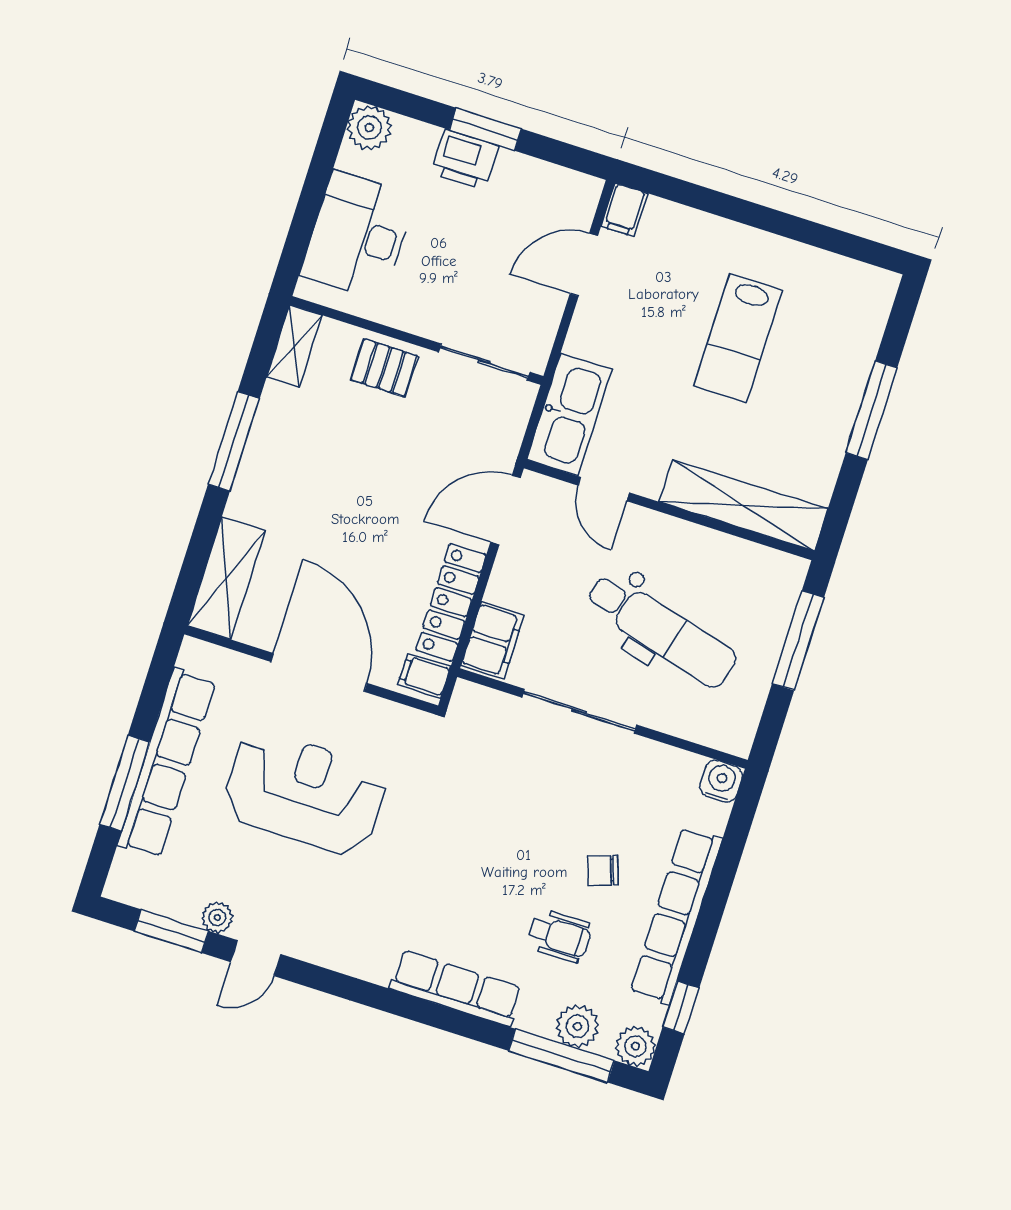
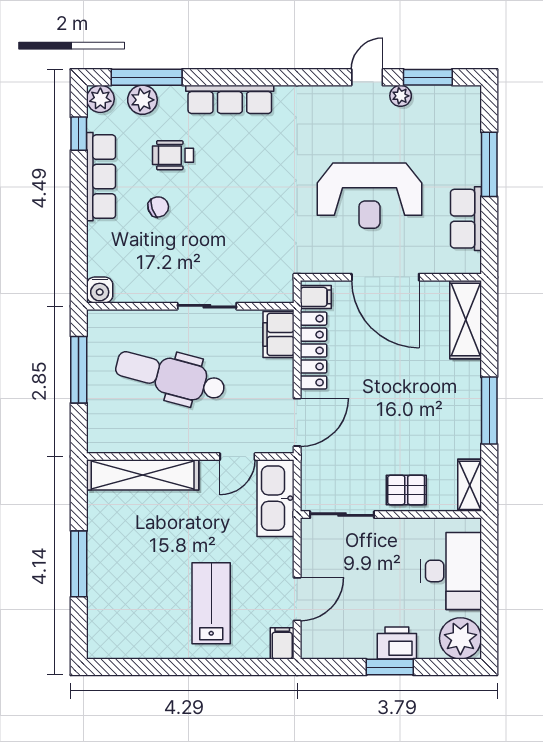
plant: (369, 128) -> (460, 638), width x1.36, depth x1.36
lab bench: (738, 338) -> (211, 603), moved
door: (604, 489) -> (237, 457), swing flipped
window: (798, 640) -> (79, 370), moved
sliding door: (579, 711) -> (207, 306), width x0.73
row of seats: (167, 763) -> (466, 219), width x0.50
row of seats: (676, 916) -> (101, 177), width x0.73

